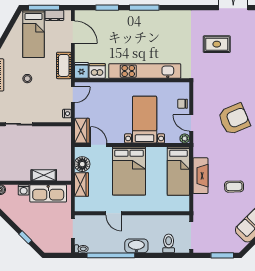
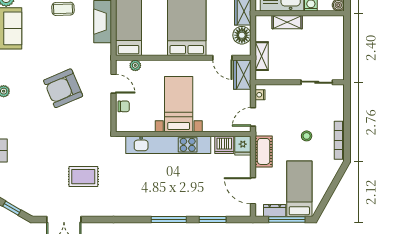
bed with nightstands: (145, 120) -> (179, 104), moved, turned 180
plant: (185, 138) -> (135, 65), moved
shelving: (65, 146) -> (262, 56), added

